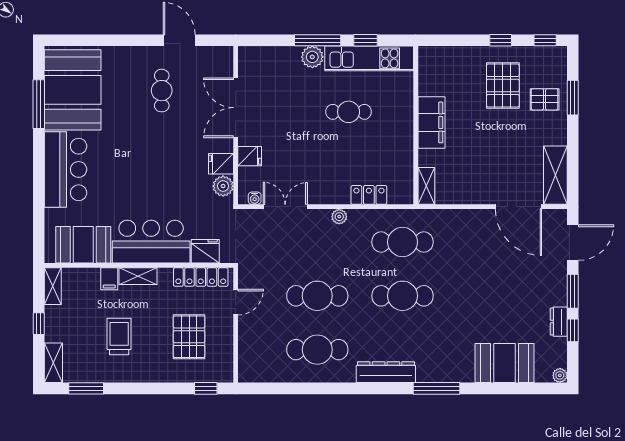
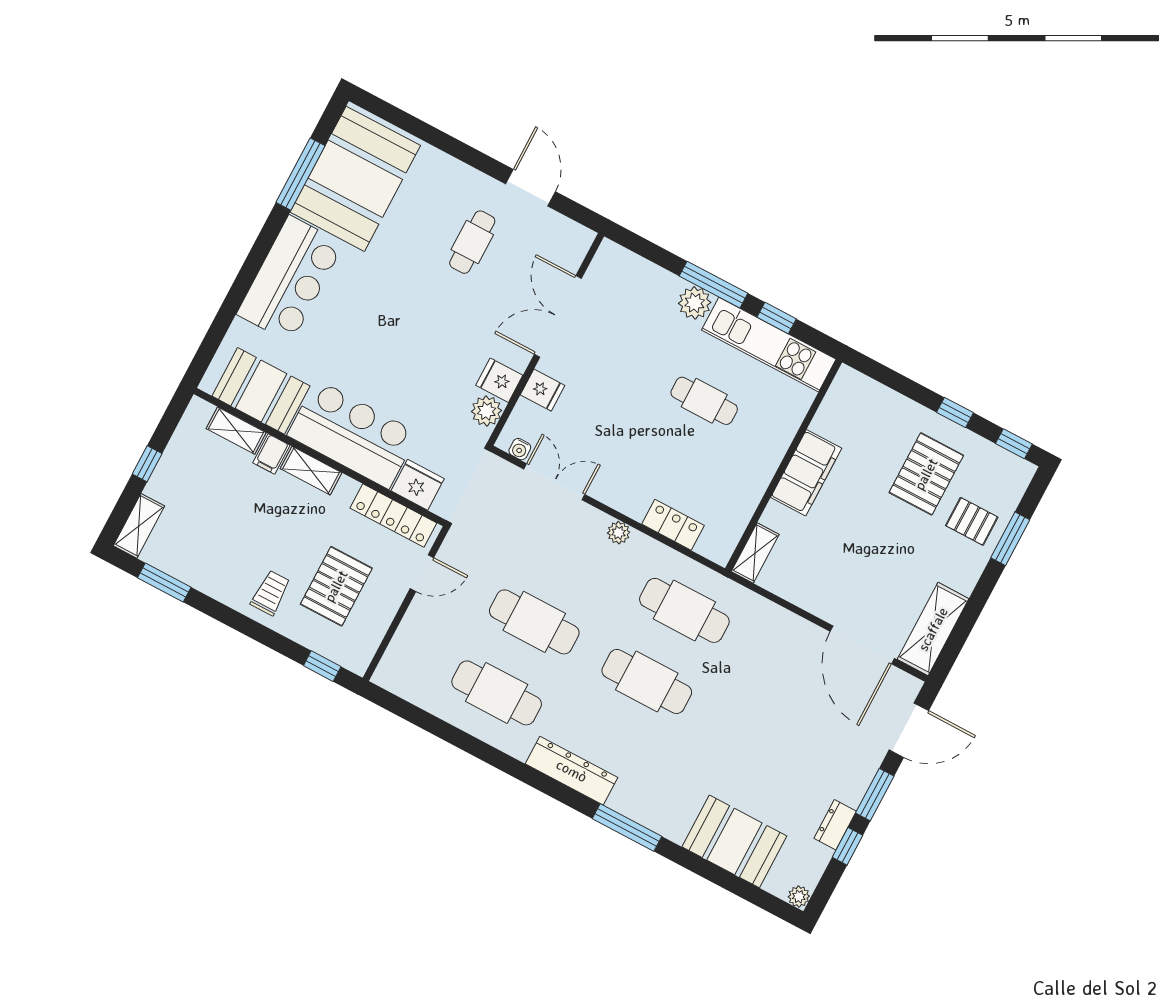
shelving: (53, 286) -> (236, 431), moved, turned 90
trolley: (119, 336) -> (271, 593), moved, width x0.73, depth x0.72

